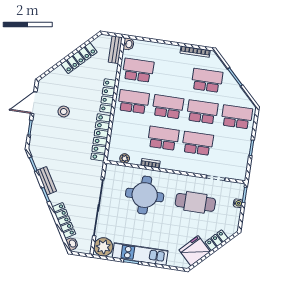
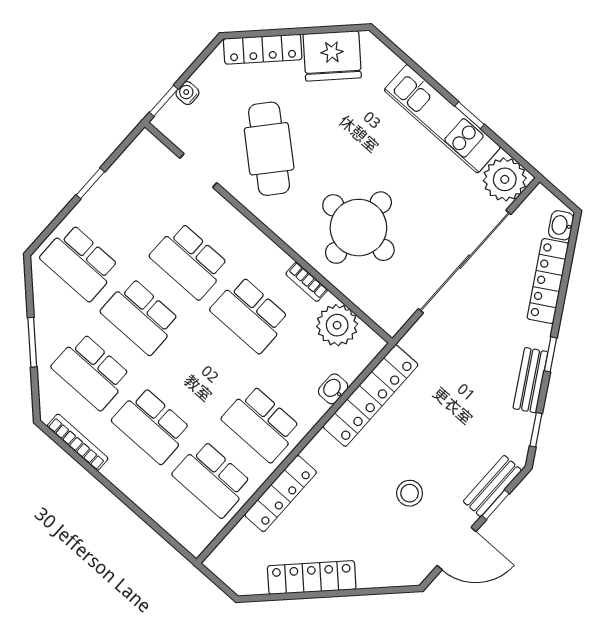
washbasin: (129, 44) -> (333, 389), moved
bench: (115, 50) -> (492, 486), moved
locker: (108, 96) -> (281, 493), moved
school desk: (168, 107) -> (152, 425), moved
plant: (125, 158) -> (337, 325), width x1.88, depth x1.88
cafe table: (195, 202) -> (269, 149), turned 41
locker: (217, 240) -> (263, 49), width x1.53

